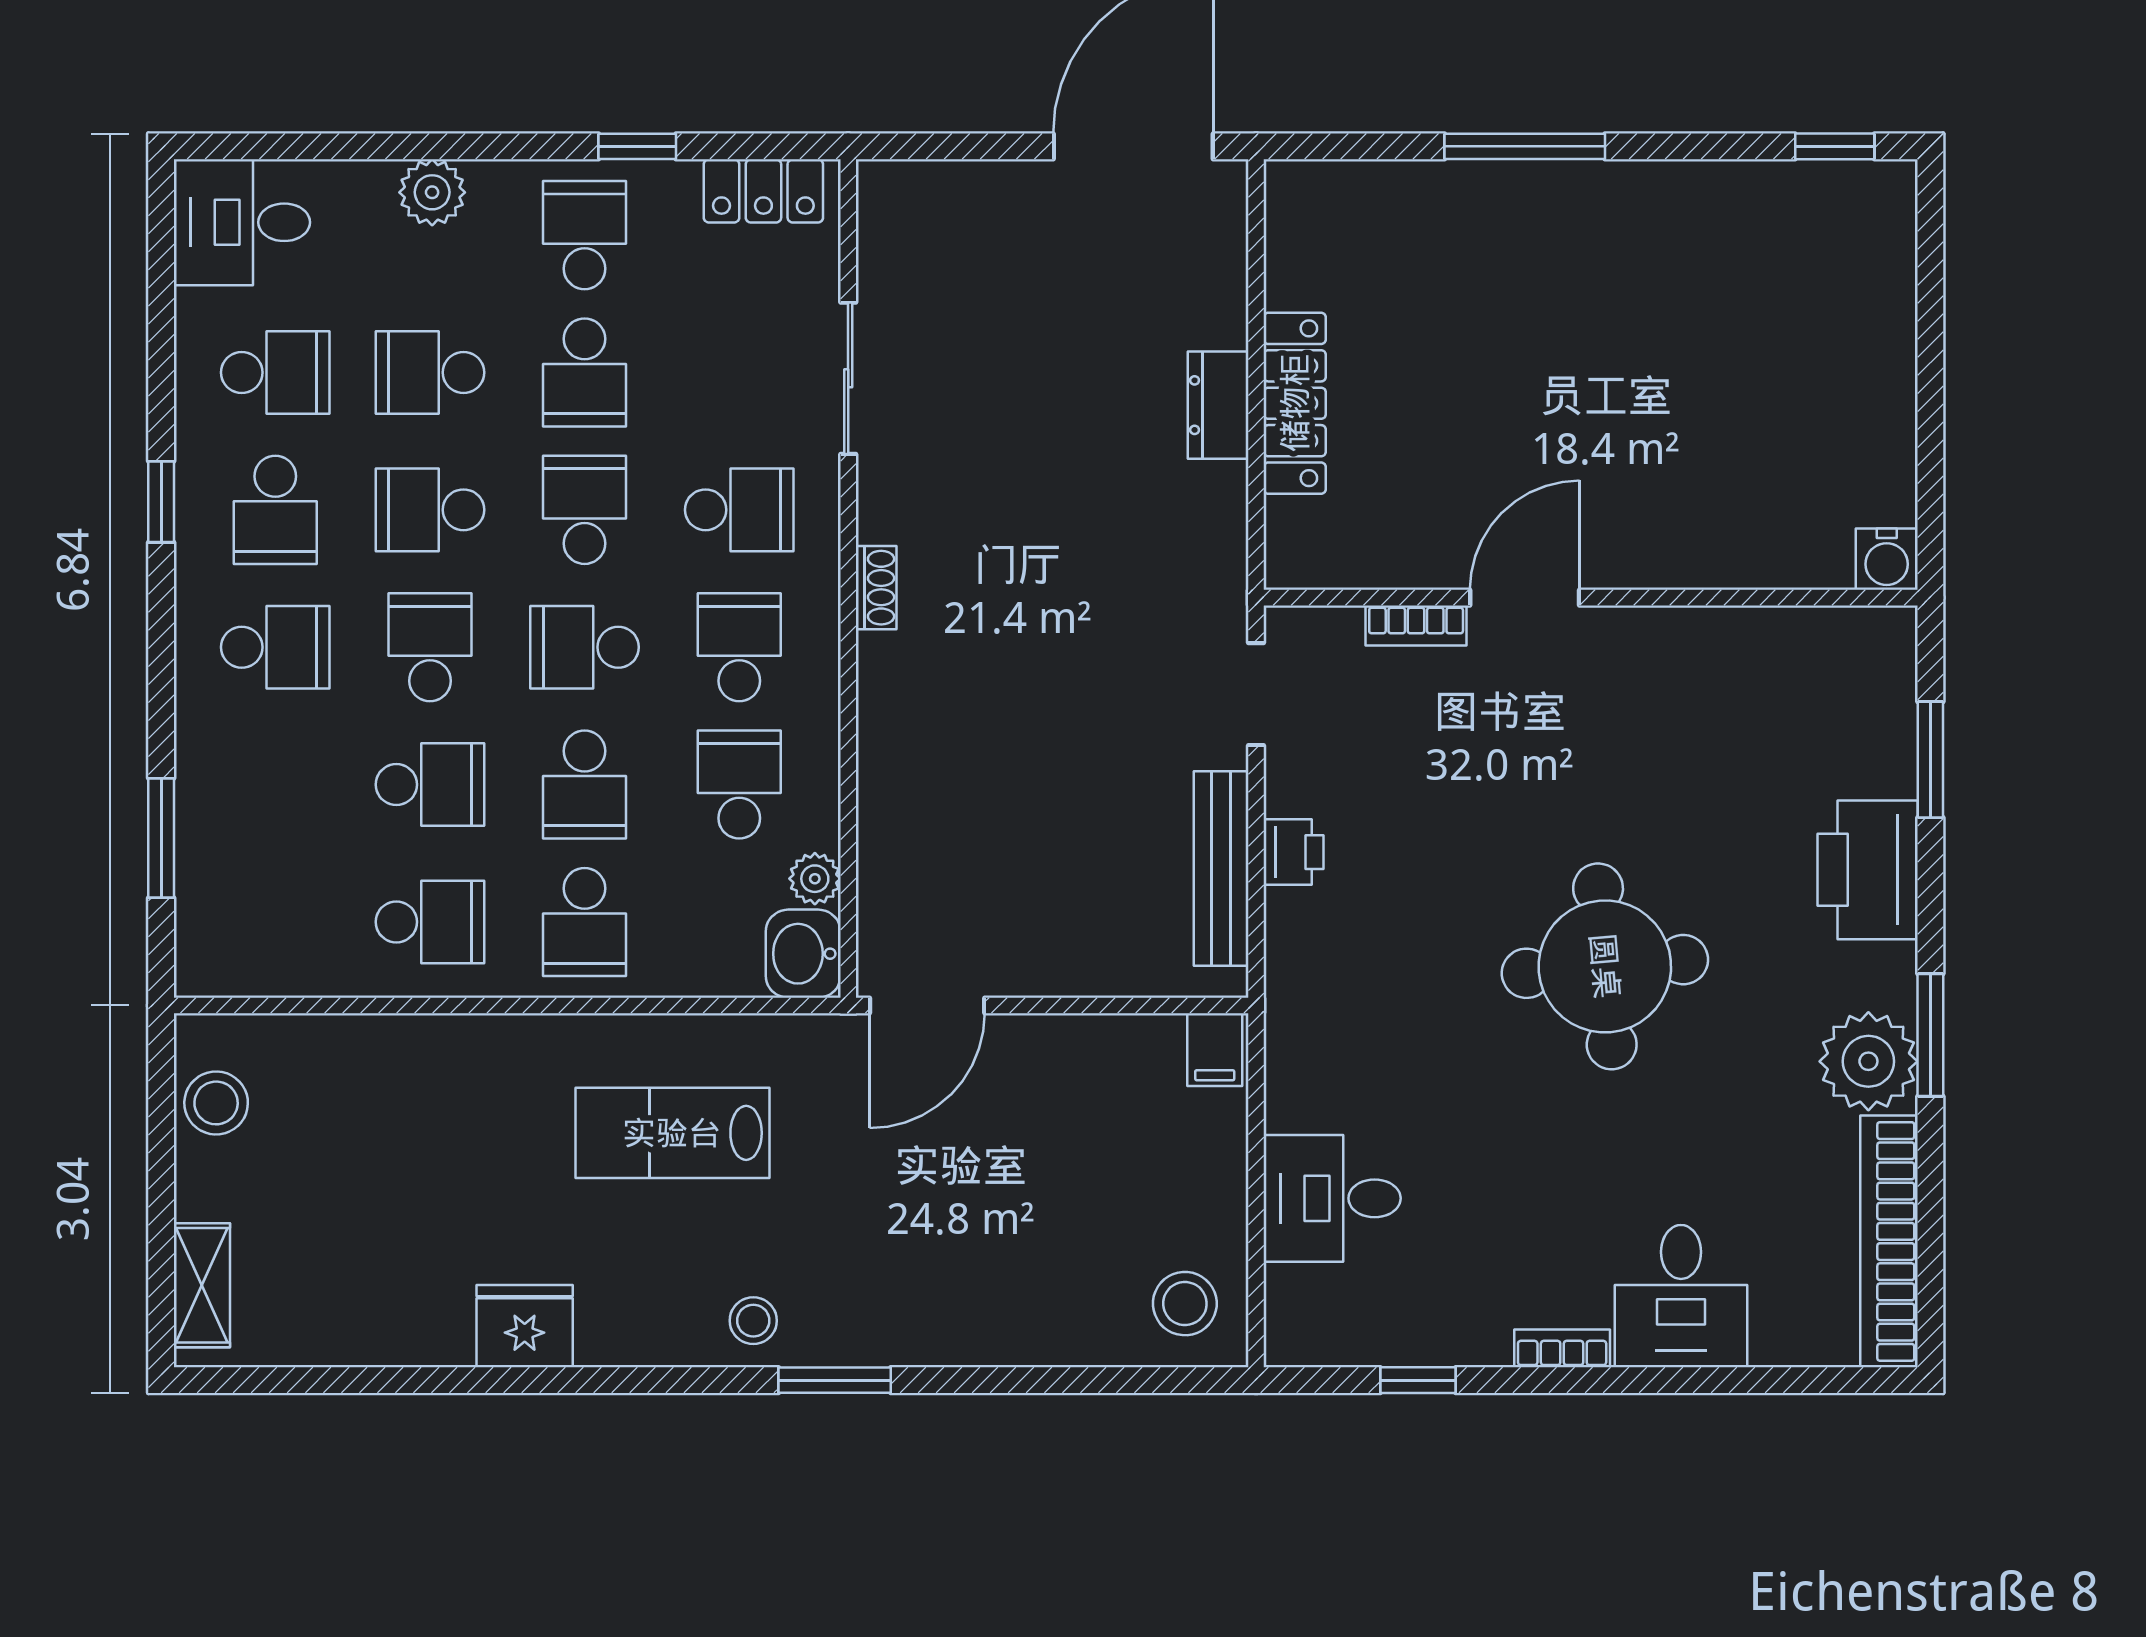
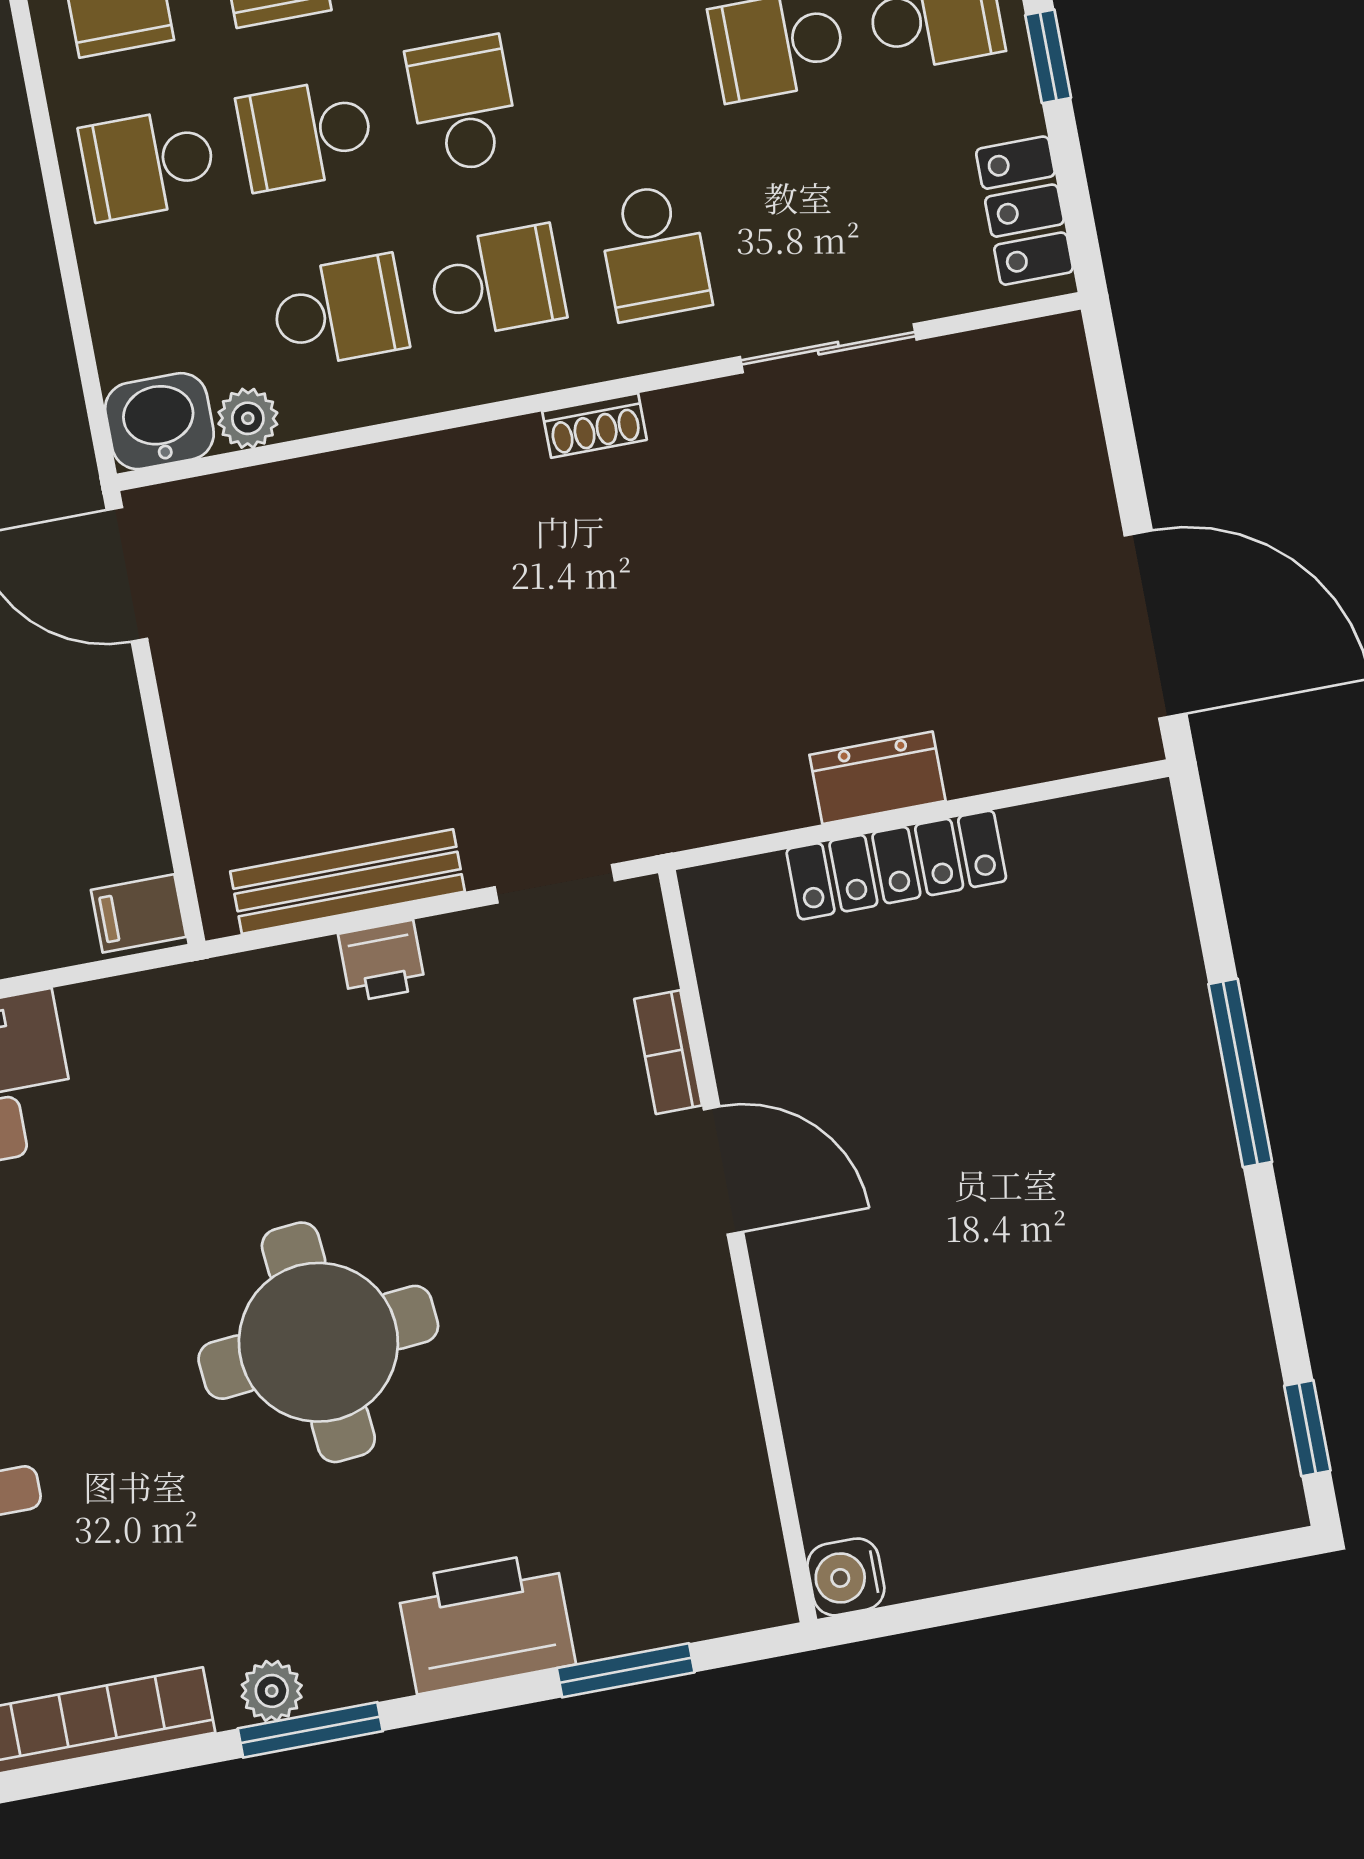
school desk: (585, 510) -> (621, 75), removed
plant: (1868, 1061) -> (272, 1691), width x0.53, depth x0.53

